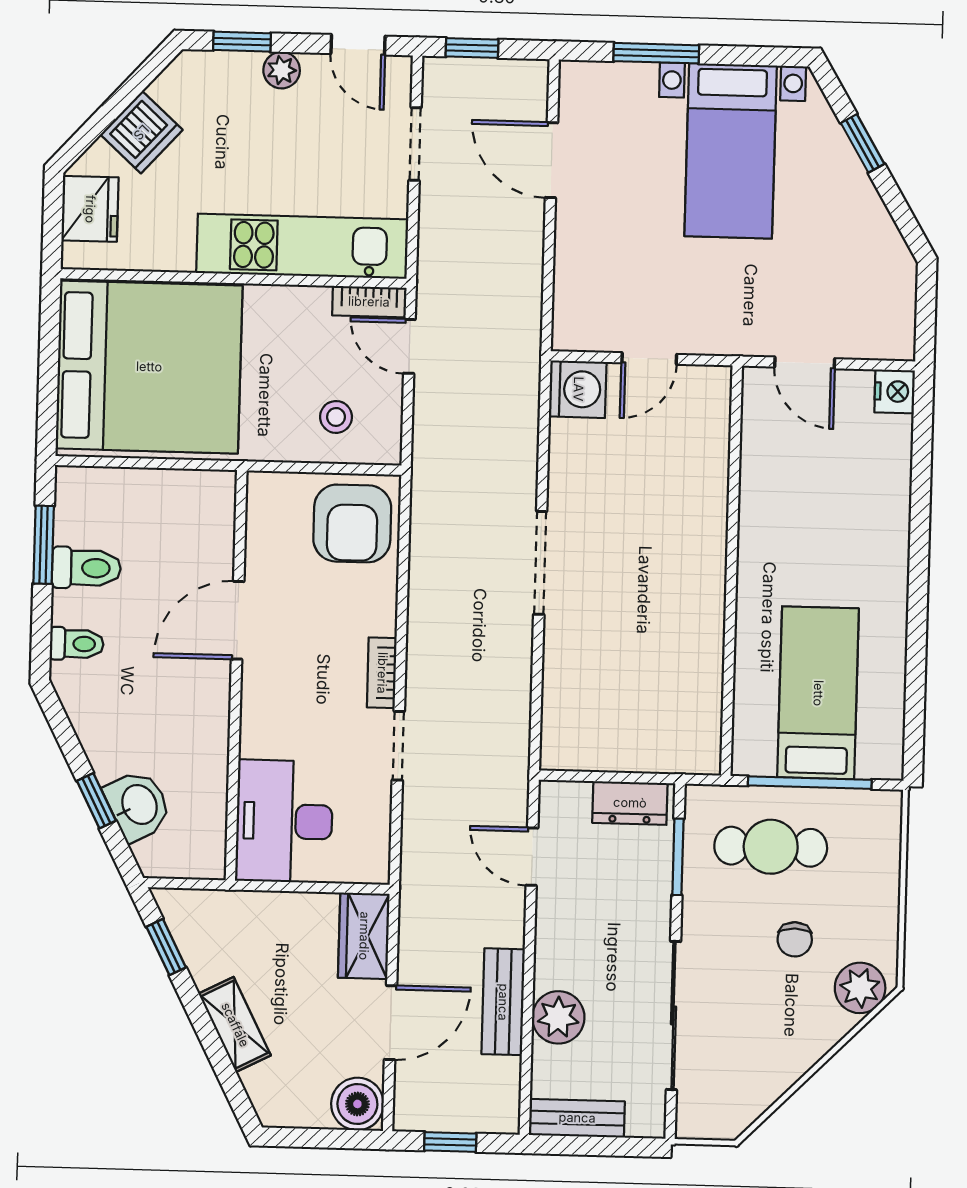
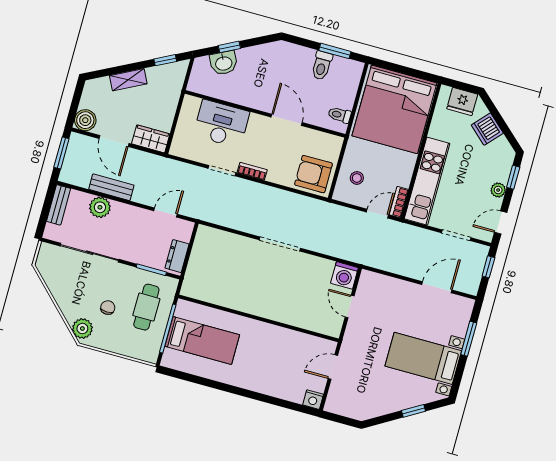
toilet: (77, 644) -> (340, 115), moved, turned 90
desk: (284, 821) -> (221, 124), moved
chair: (795, 939) -> (108, 308), turned 90
window: (450, 1142) -> (61, 153), width x1.50

